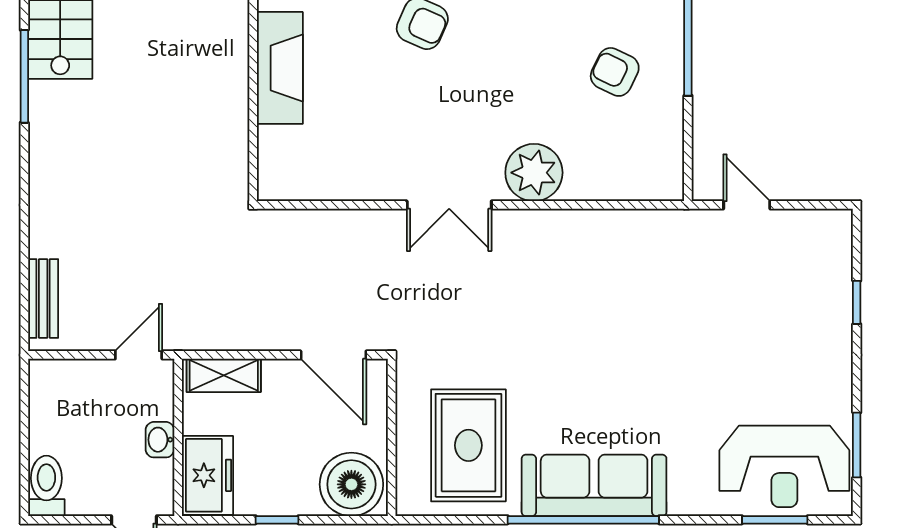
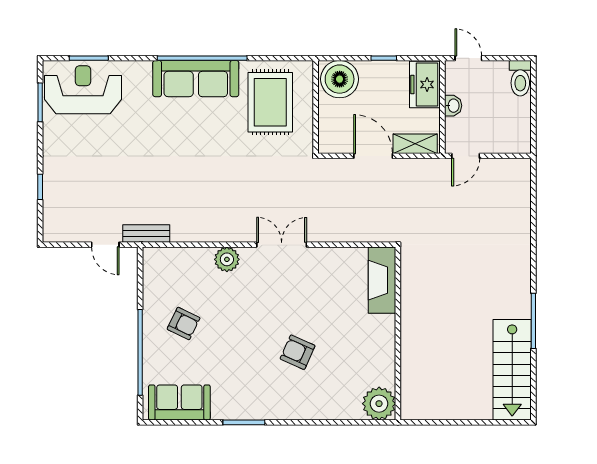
fireplace: (280, 68) -> (382, 280), moved
plant: (534, 173) -> (227, 259), width x0.73, depth x0.73
bench: (43, 299) -> (146, 234), moved, turned 90
door: (333, 355) -> (373, 156), moved

